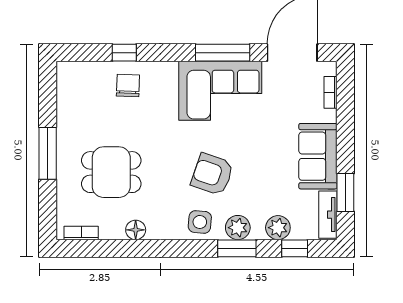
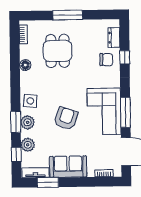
dresser: (89, 71) -> (114, 38), added
armchair: (212, 174) -> (66, 118), moved

